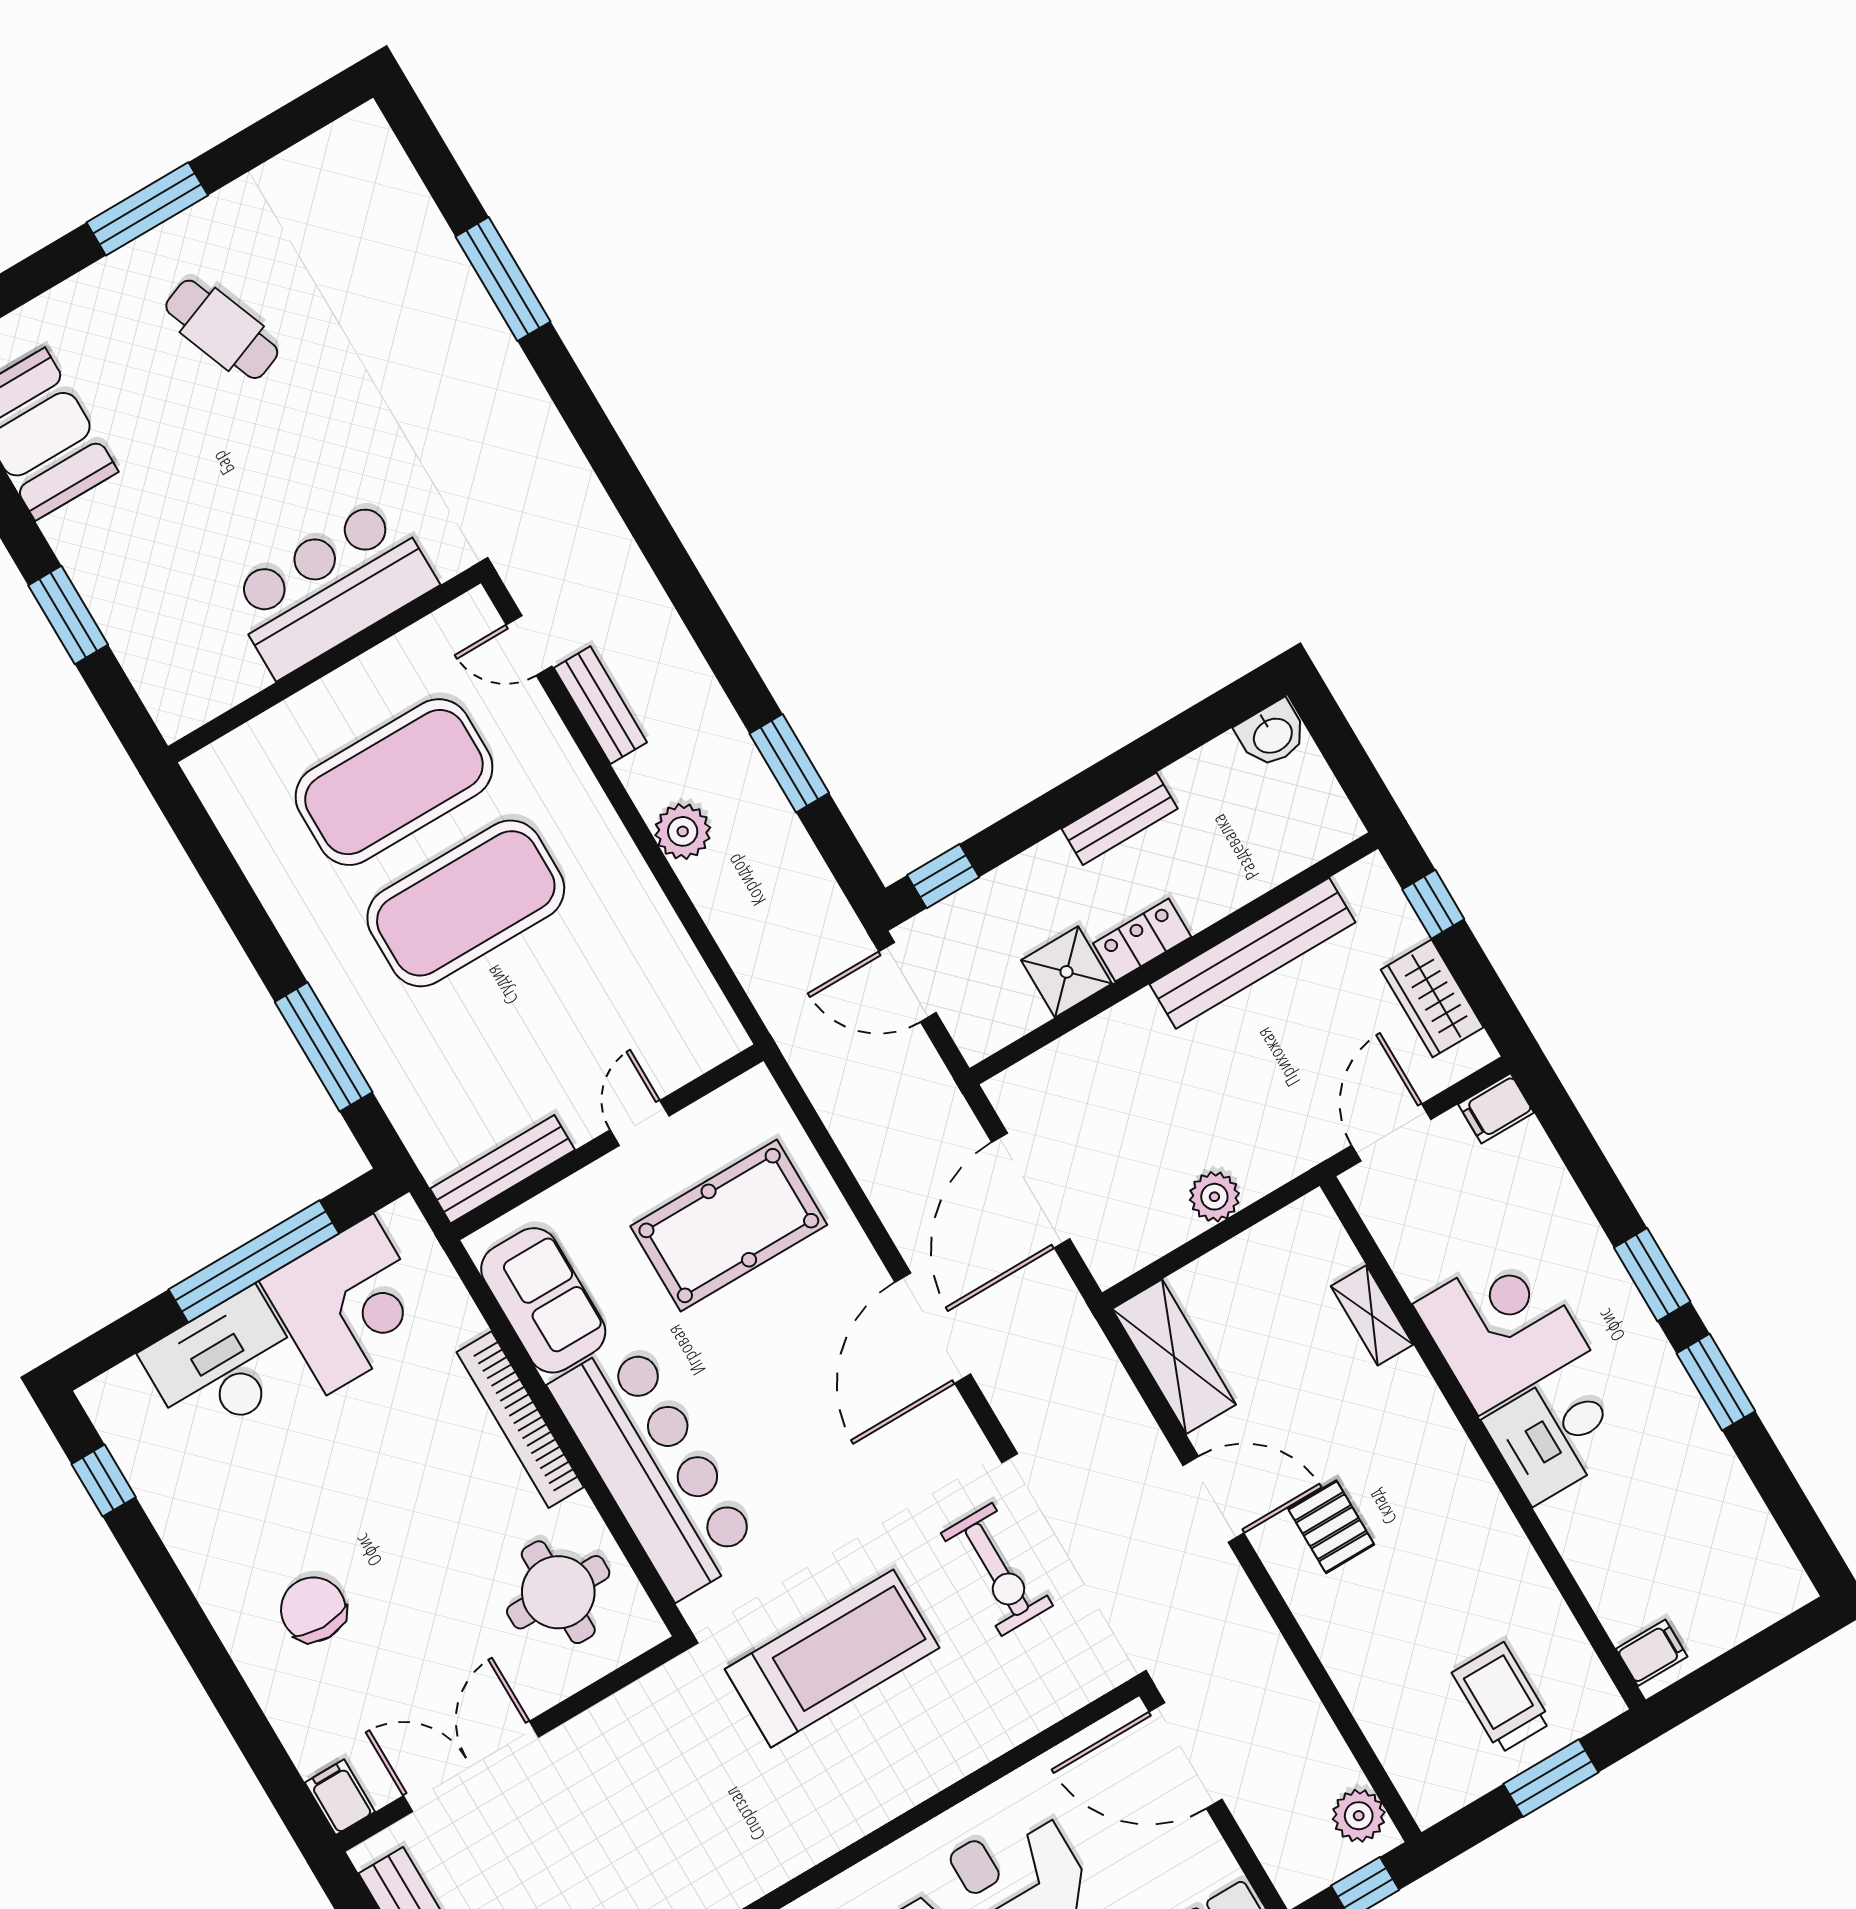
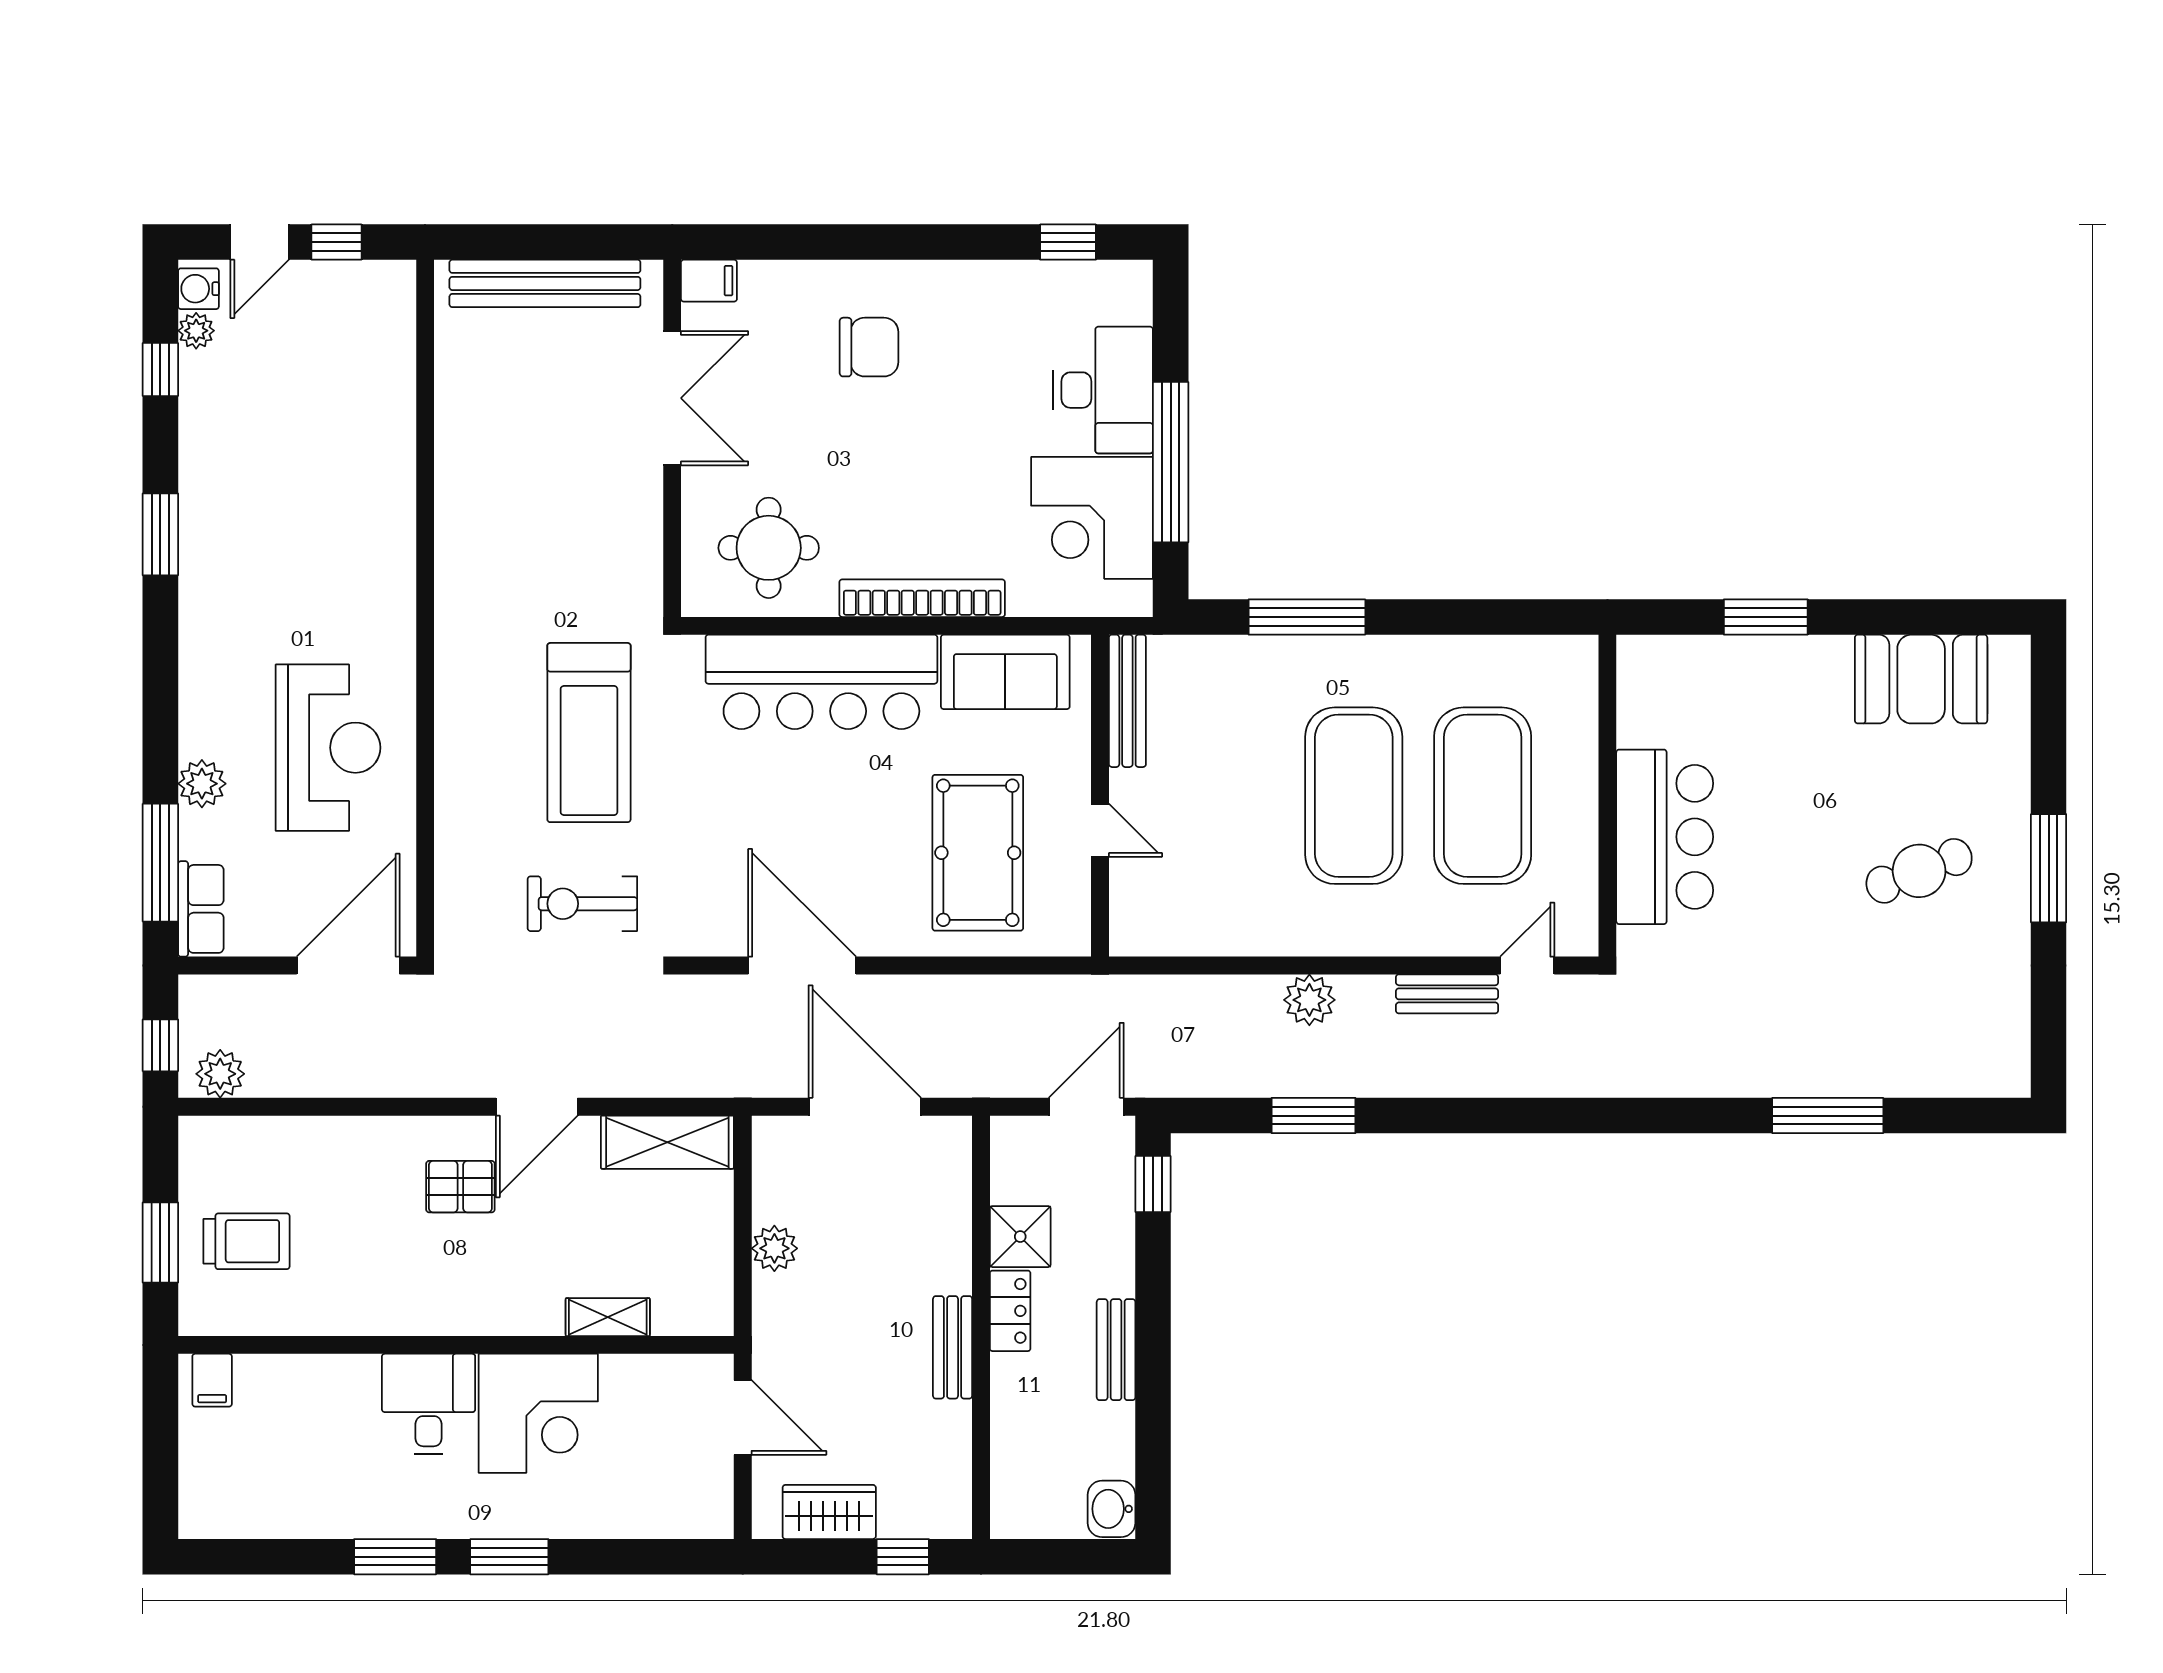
bench: (1253, 953) -> (953, 1347), width x0.54, depth x0.82
filing cabinet: (1496, 1108) -> (713, 1511), removed

